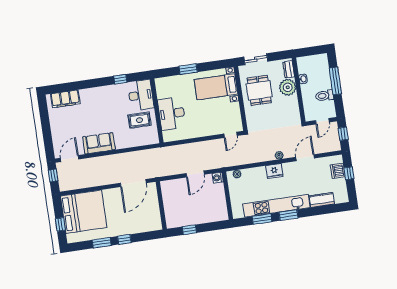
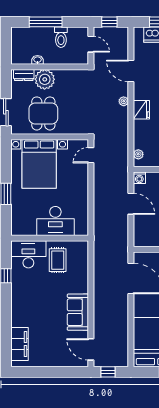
bed with nightstands: (216, 87) -> (39, 164), width x1.36
dining table: (259, 90) -> (43, 113), turned 90
door: (231, 135) -> (91, 155), swing flipped

